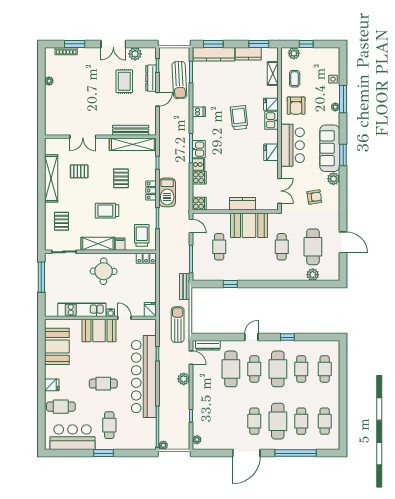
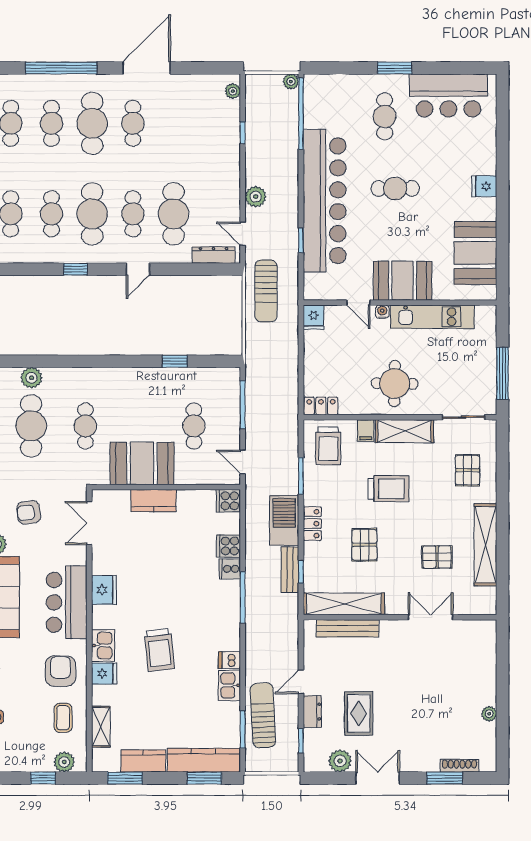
dresser: (151, 78) -> (312, 712), width x0.70
kitchen sink: (199, 149) -> (229, 685), moved
bench: (185, 287) -> (290, 570), moved
cafe table: (61, 407) -> (469, 149), removed

